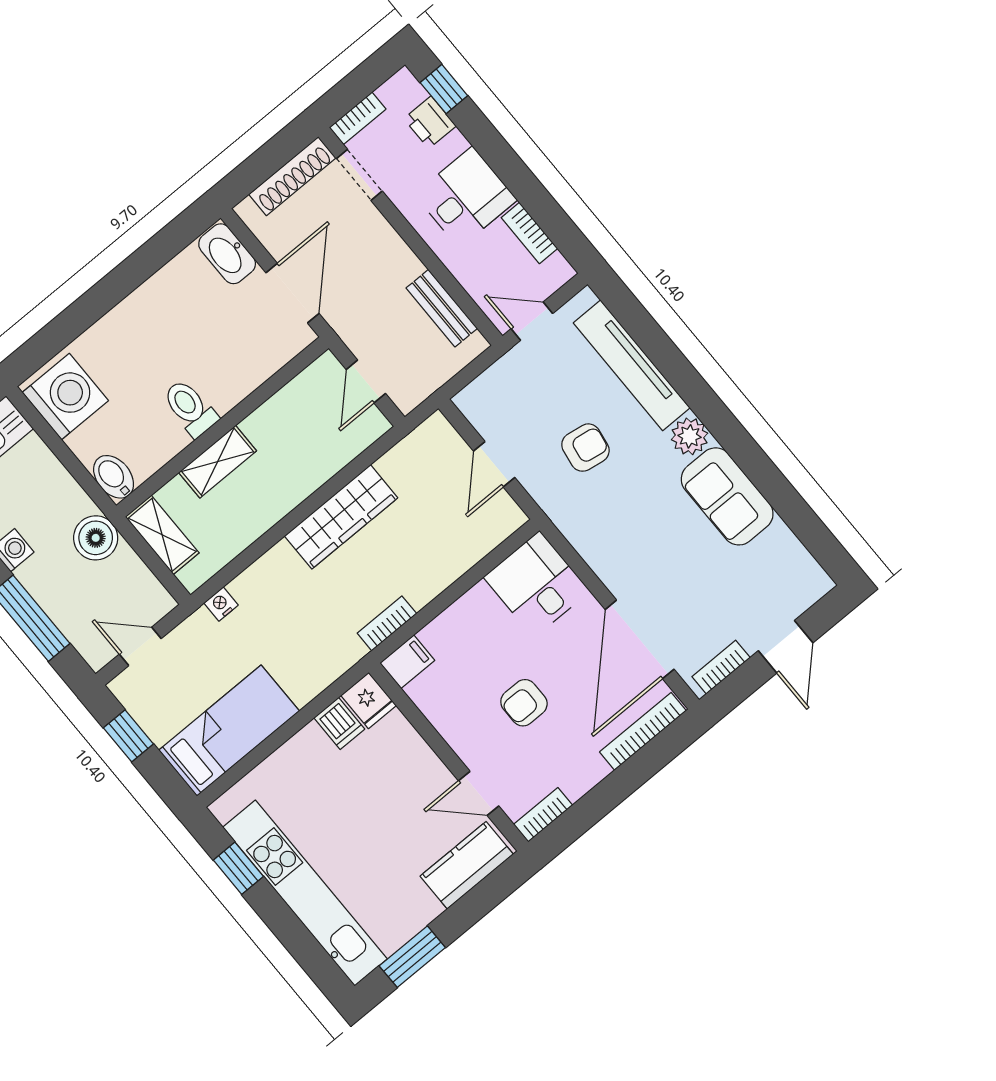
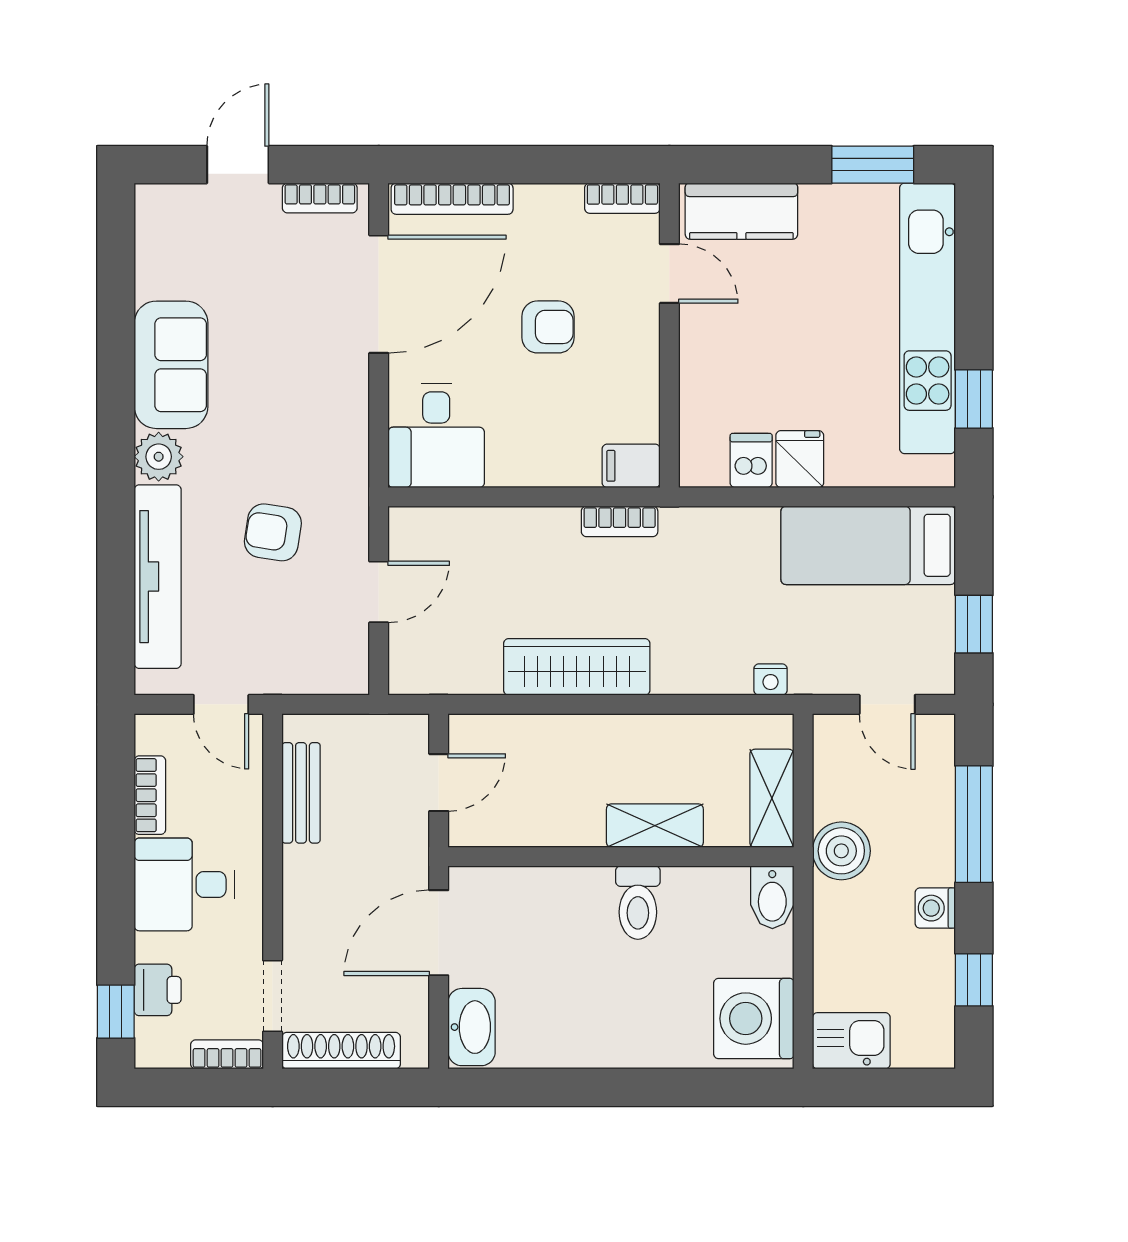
fridge: (369, 700) -> (800, 459), moved

